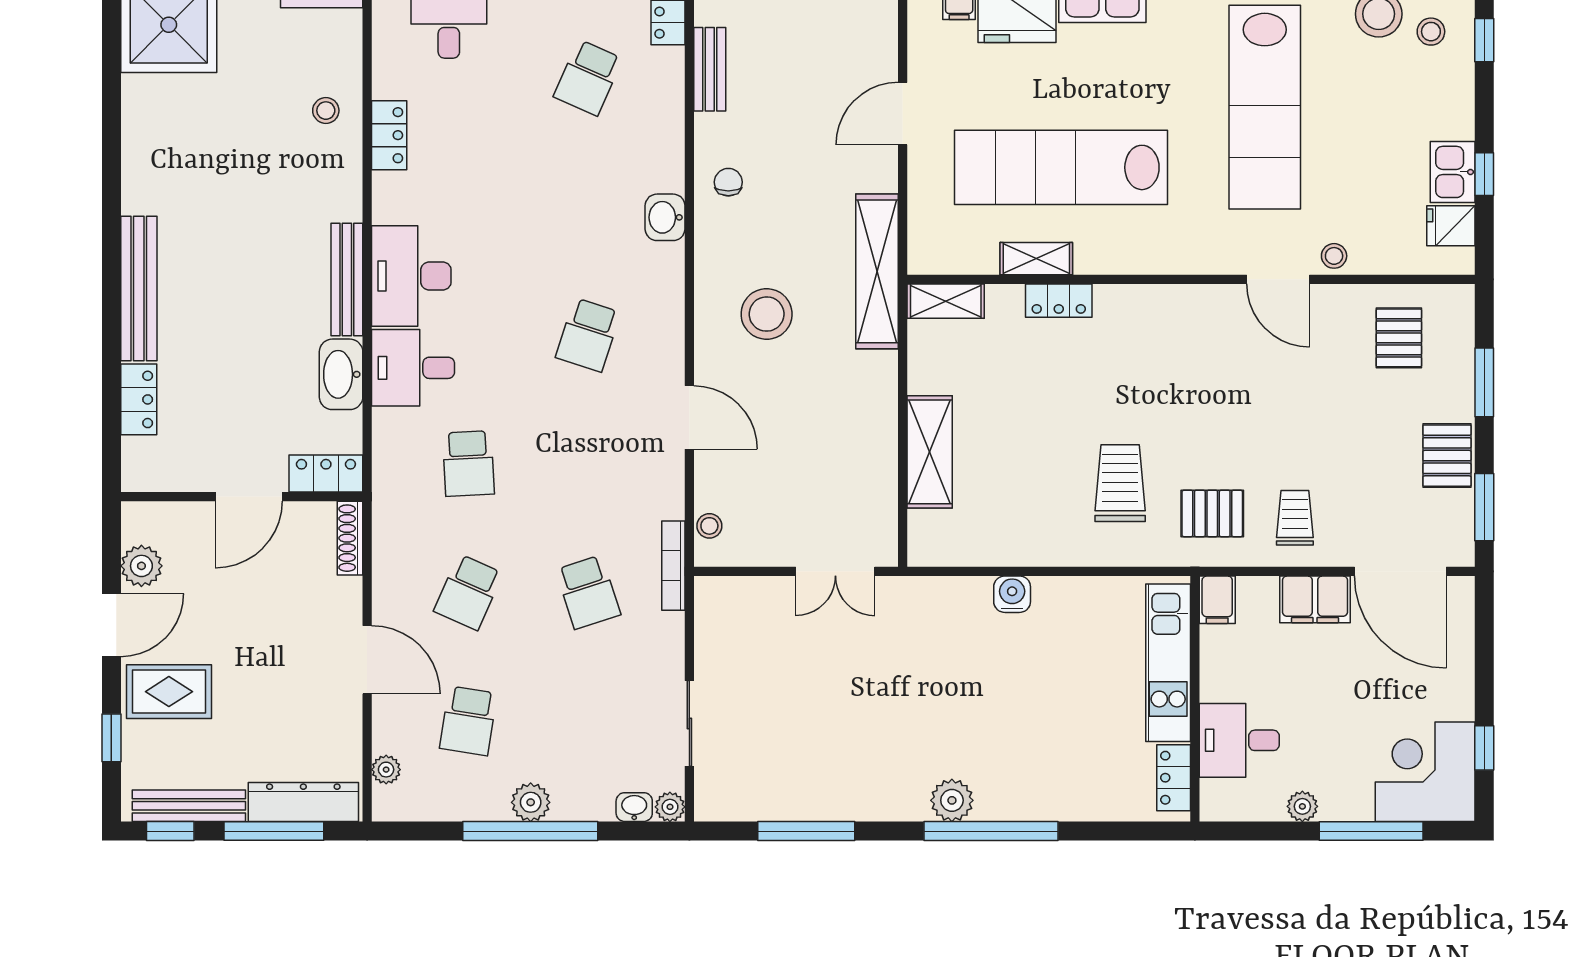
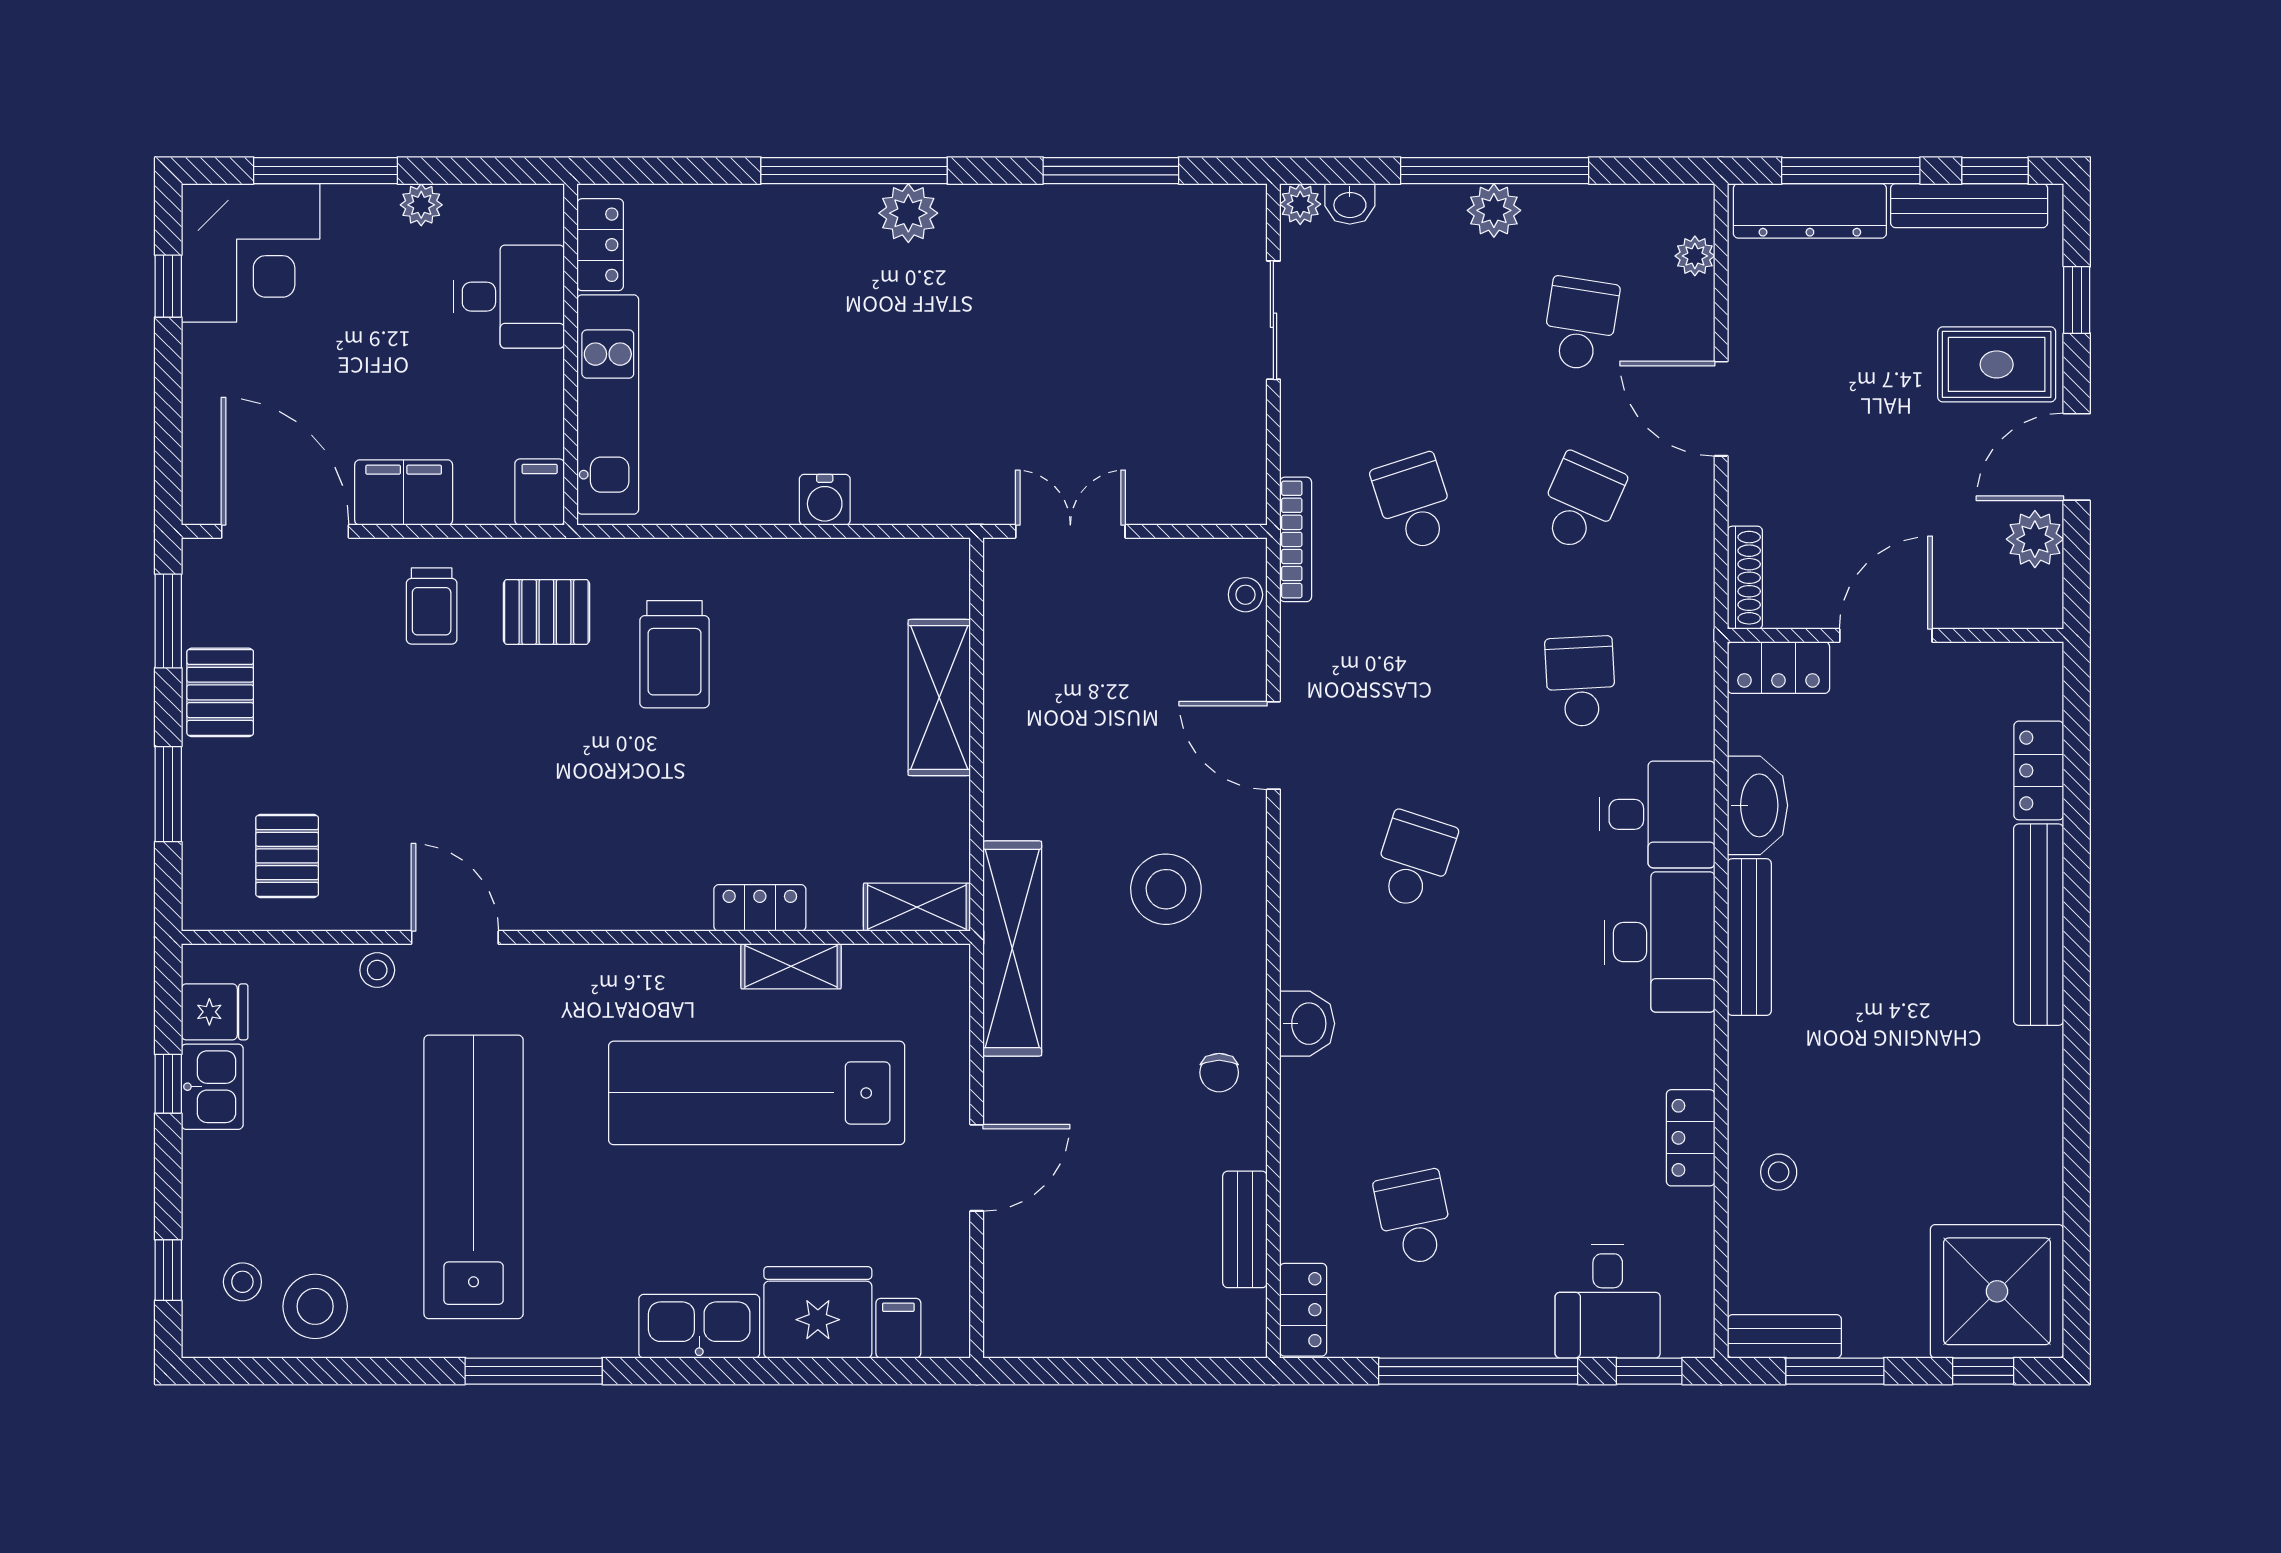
school desk: (588, 78) -> (1414, 1218), turned -36
lab bench: (1061, 167) -> (757, 1093), turned 180

